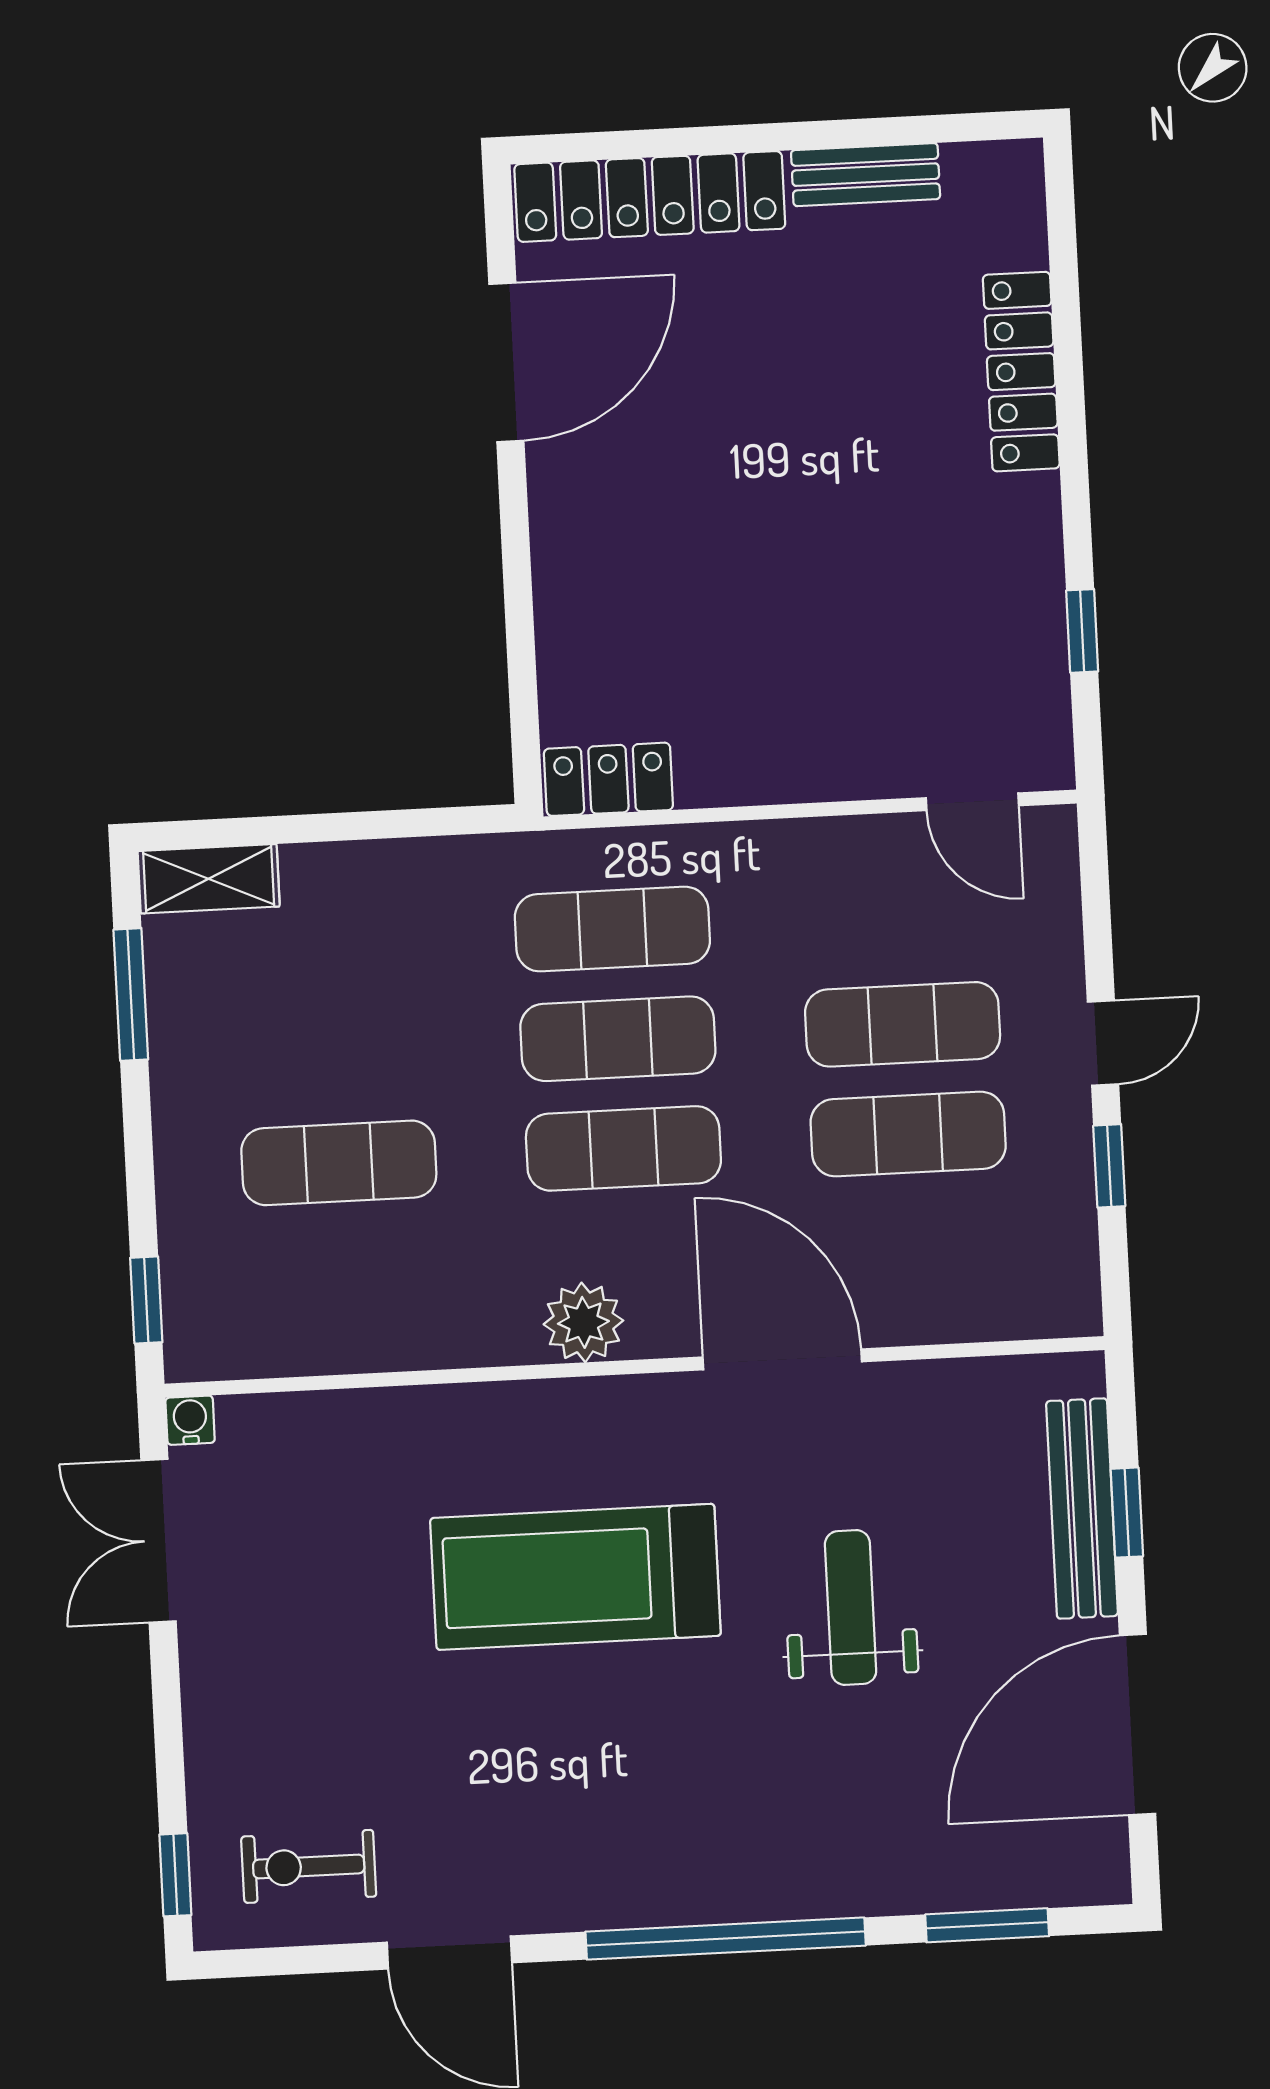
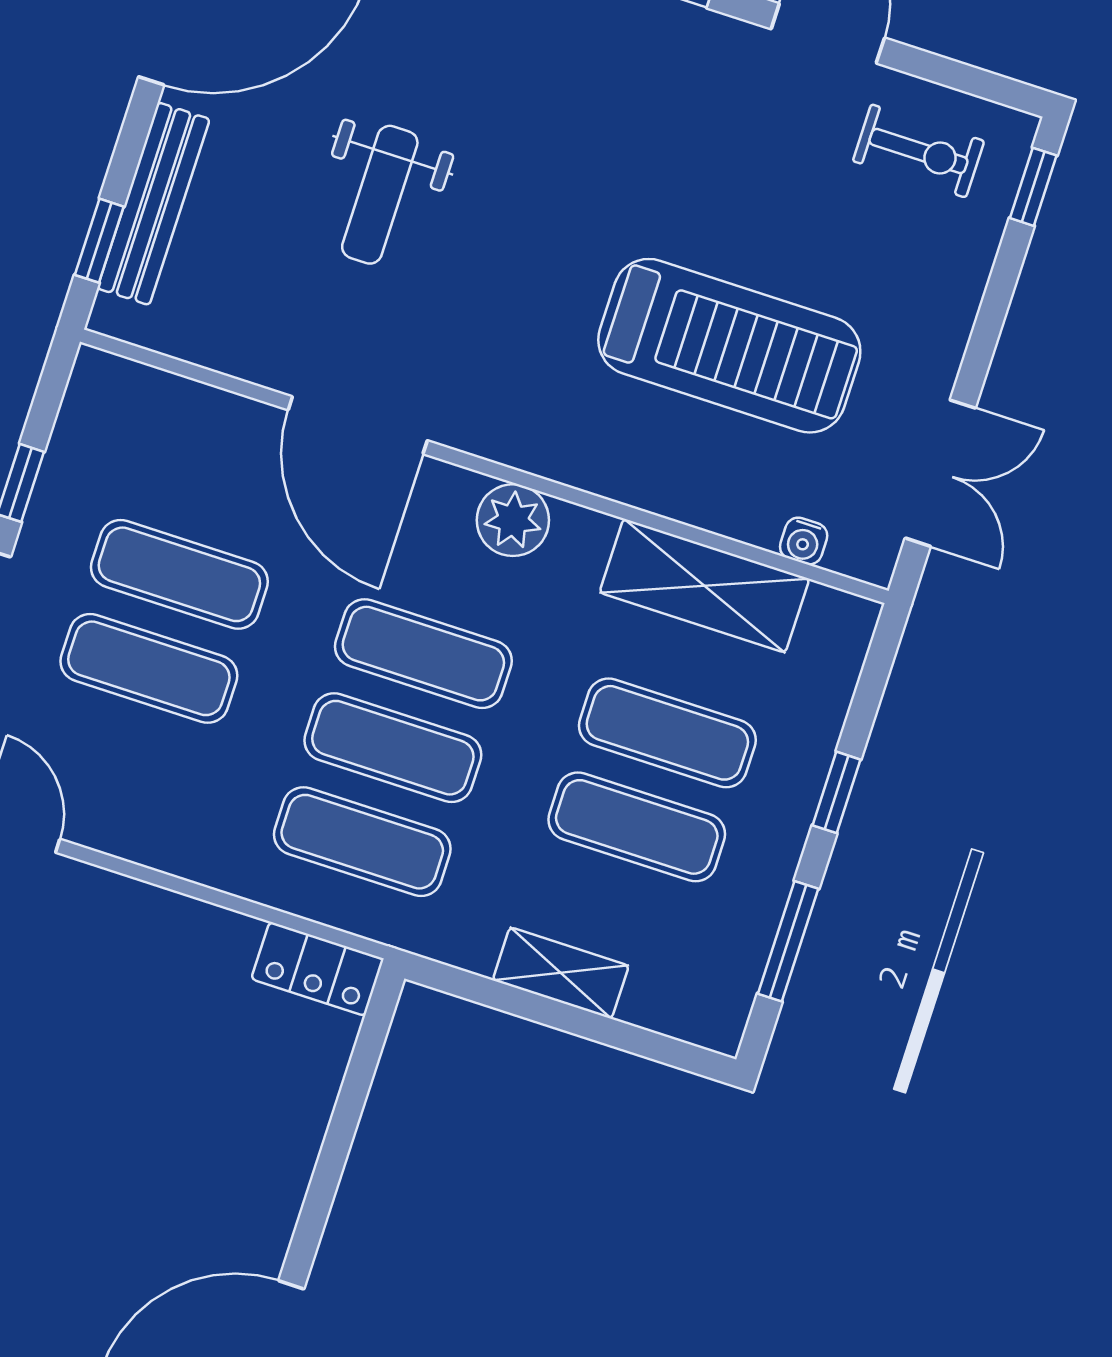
shelving: (209, 879) -> (561, 973), moved
exercise mat: (333, 1053) -> (637, 827), added
window: (146, 1300) -> (837, 792), moved
shelving: (359, 1330) -> (704, 586), added
water cooler: (190, 1420) -> (804, 541), moved
window: (1127, 1513) -> (99, 241), moved
treadmill: (575, 1577) -> (729, 346), moved

